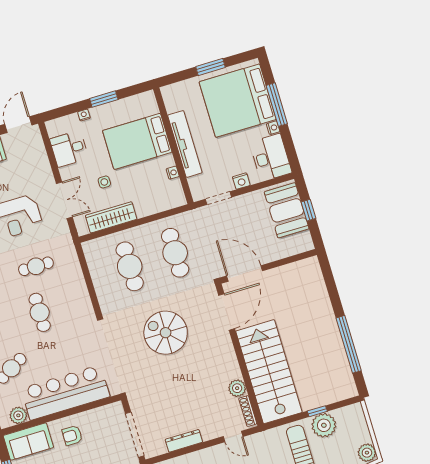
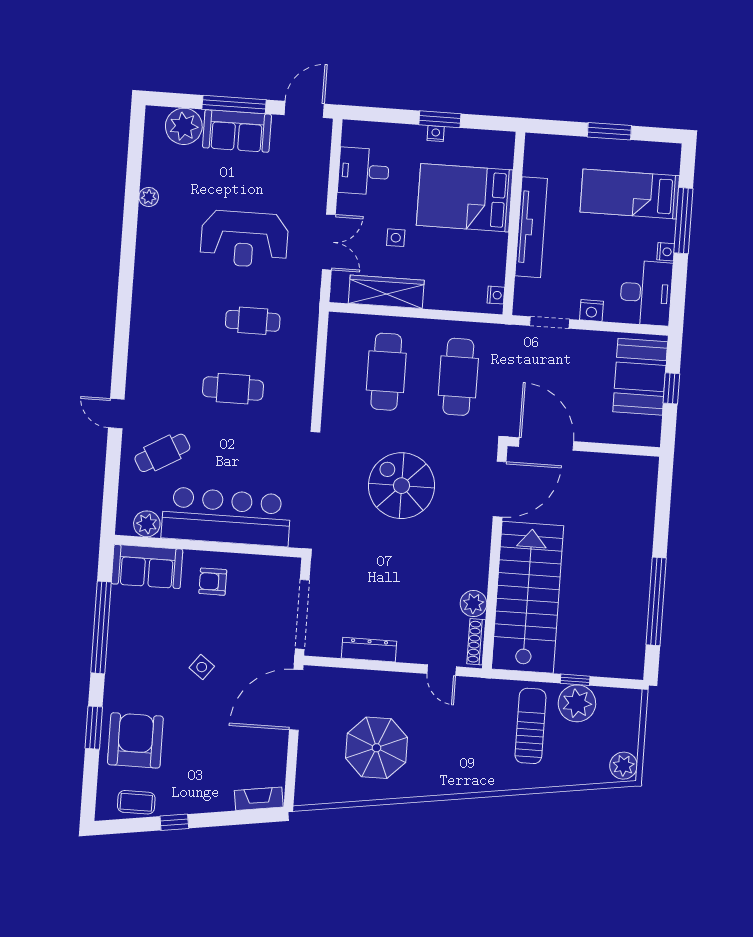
bed: (238, 101) -> (630, 194), width x0.49
nightstand: (84, 115) -> (436, 134), moved
nightstand: (173, 173) -> (496, 295), moved
cafe table: (40, 312) -> (233, 389), turned 90

